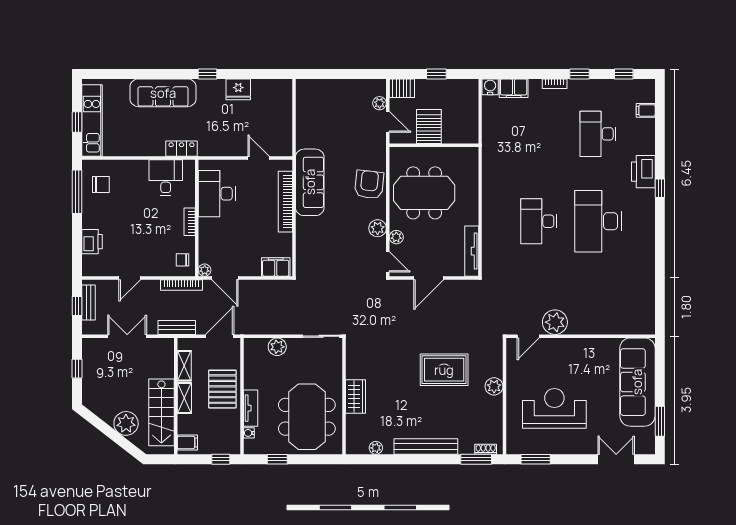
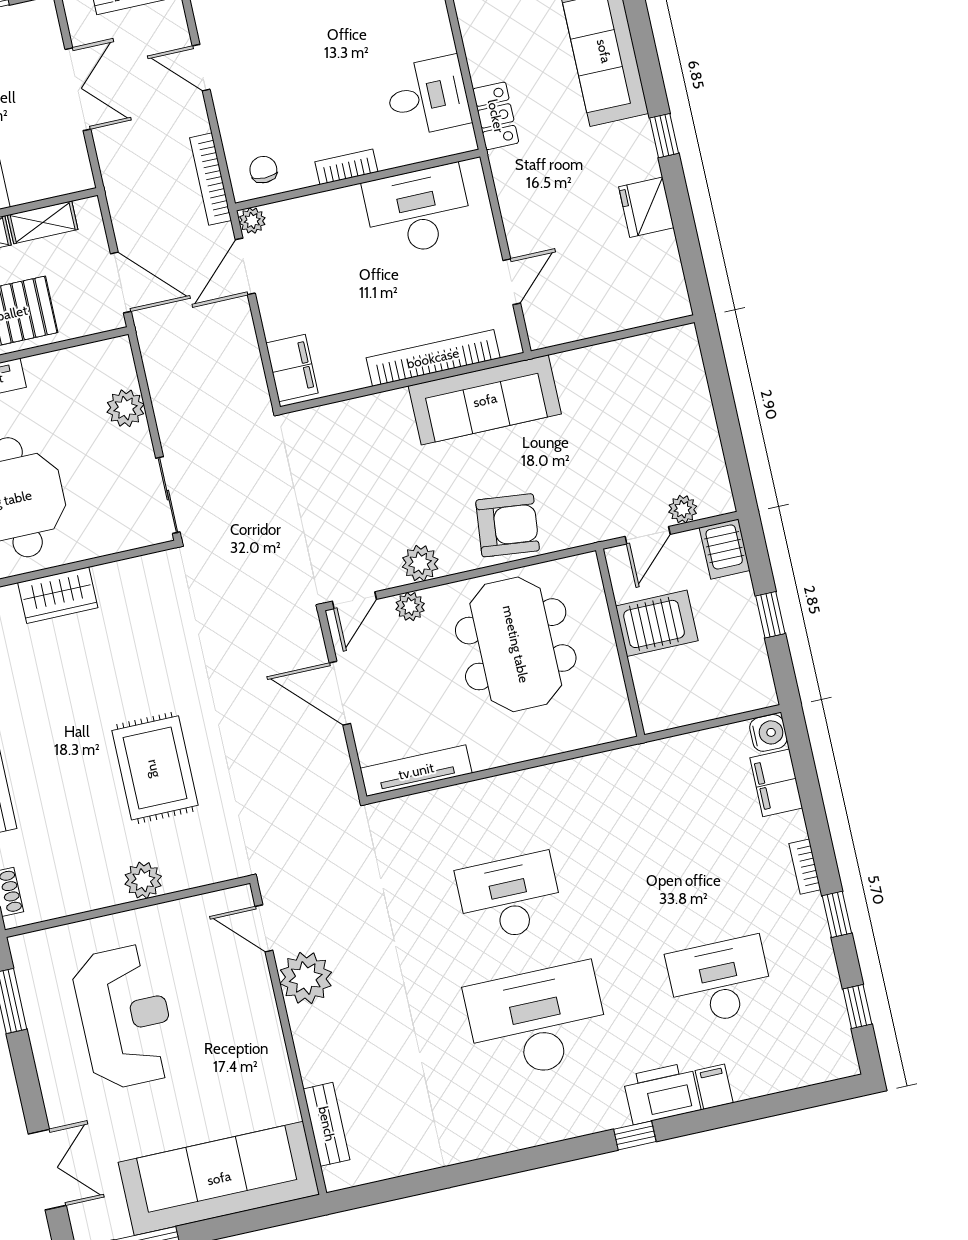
filing cabinet: (646, 110) -> (714, 1087), moved
bench: (177, 328) -> (327, 1124), moved

